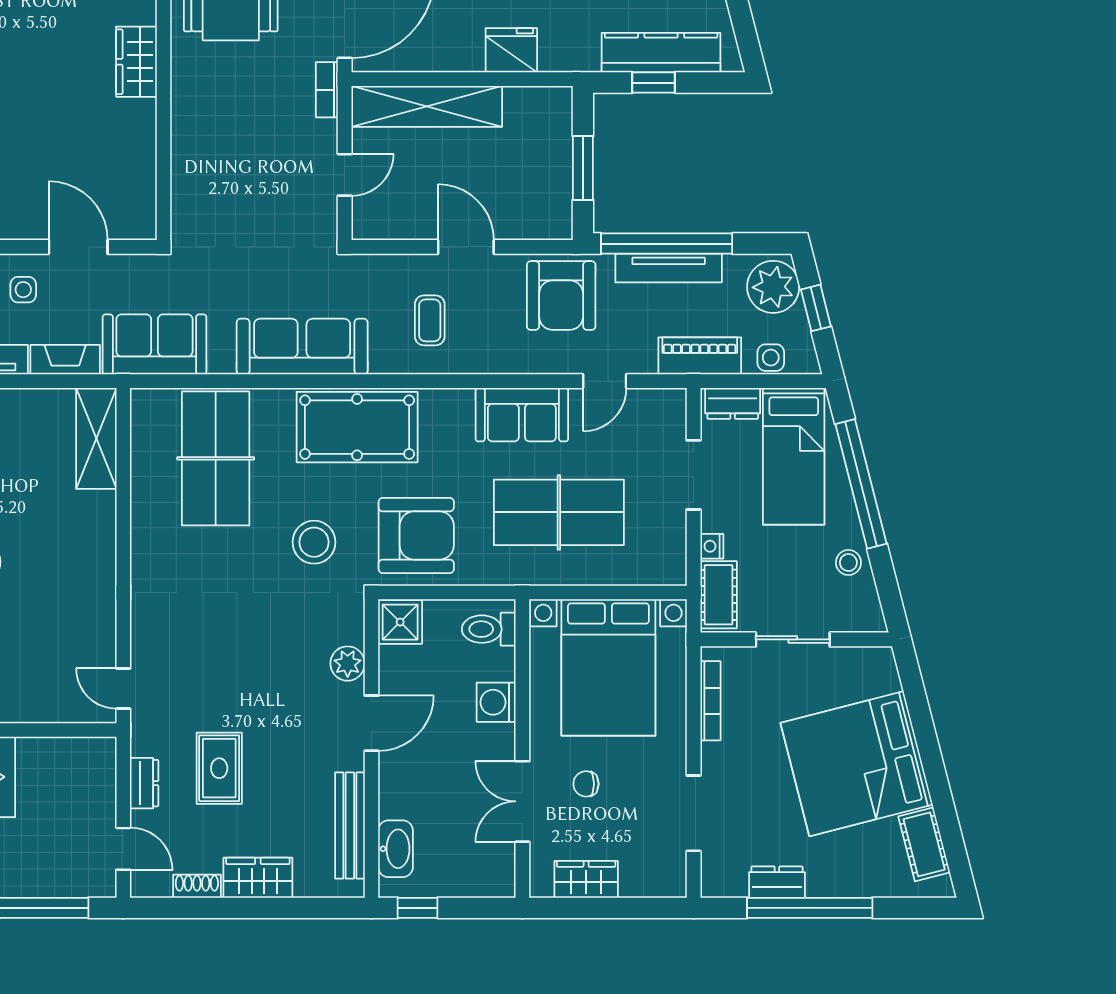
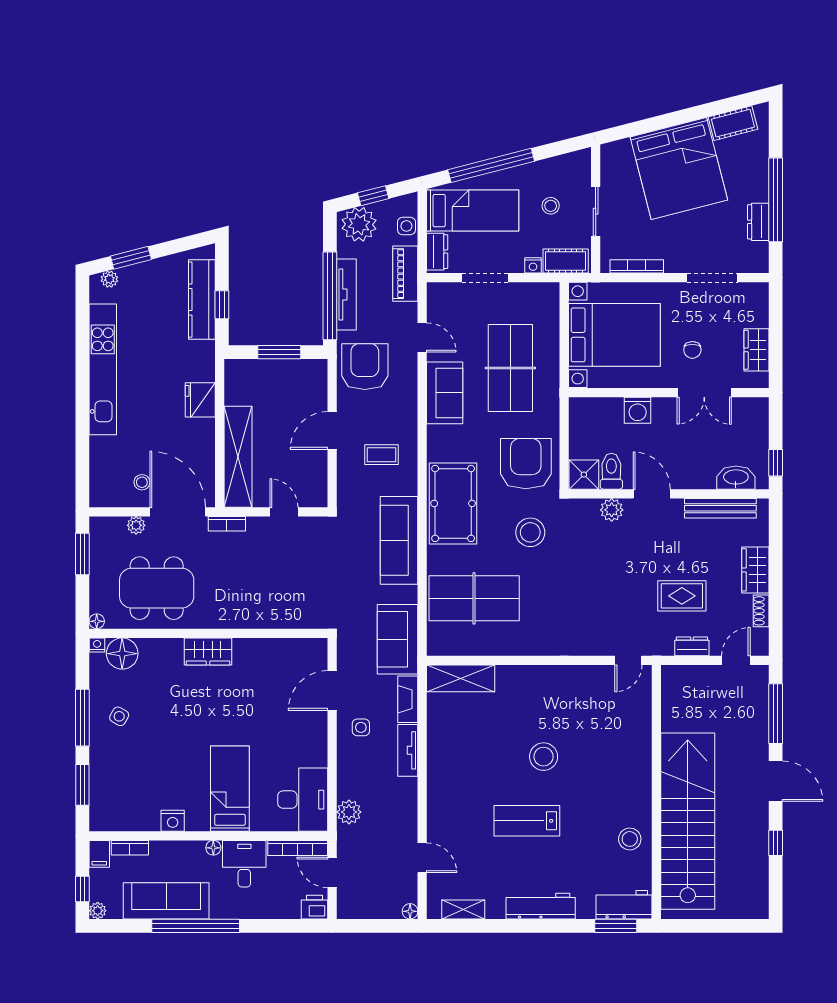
armchair: (561, 296) -> (365, 367), turned -90
stool: (848, 563) -> (551, 206), moved
toilet: (489, 629) -> (611, 471), moved, turned 180

